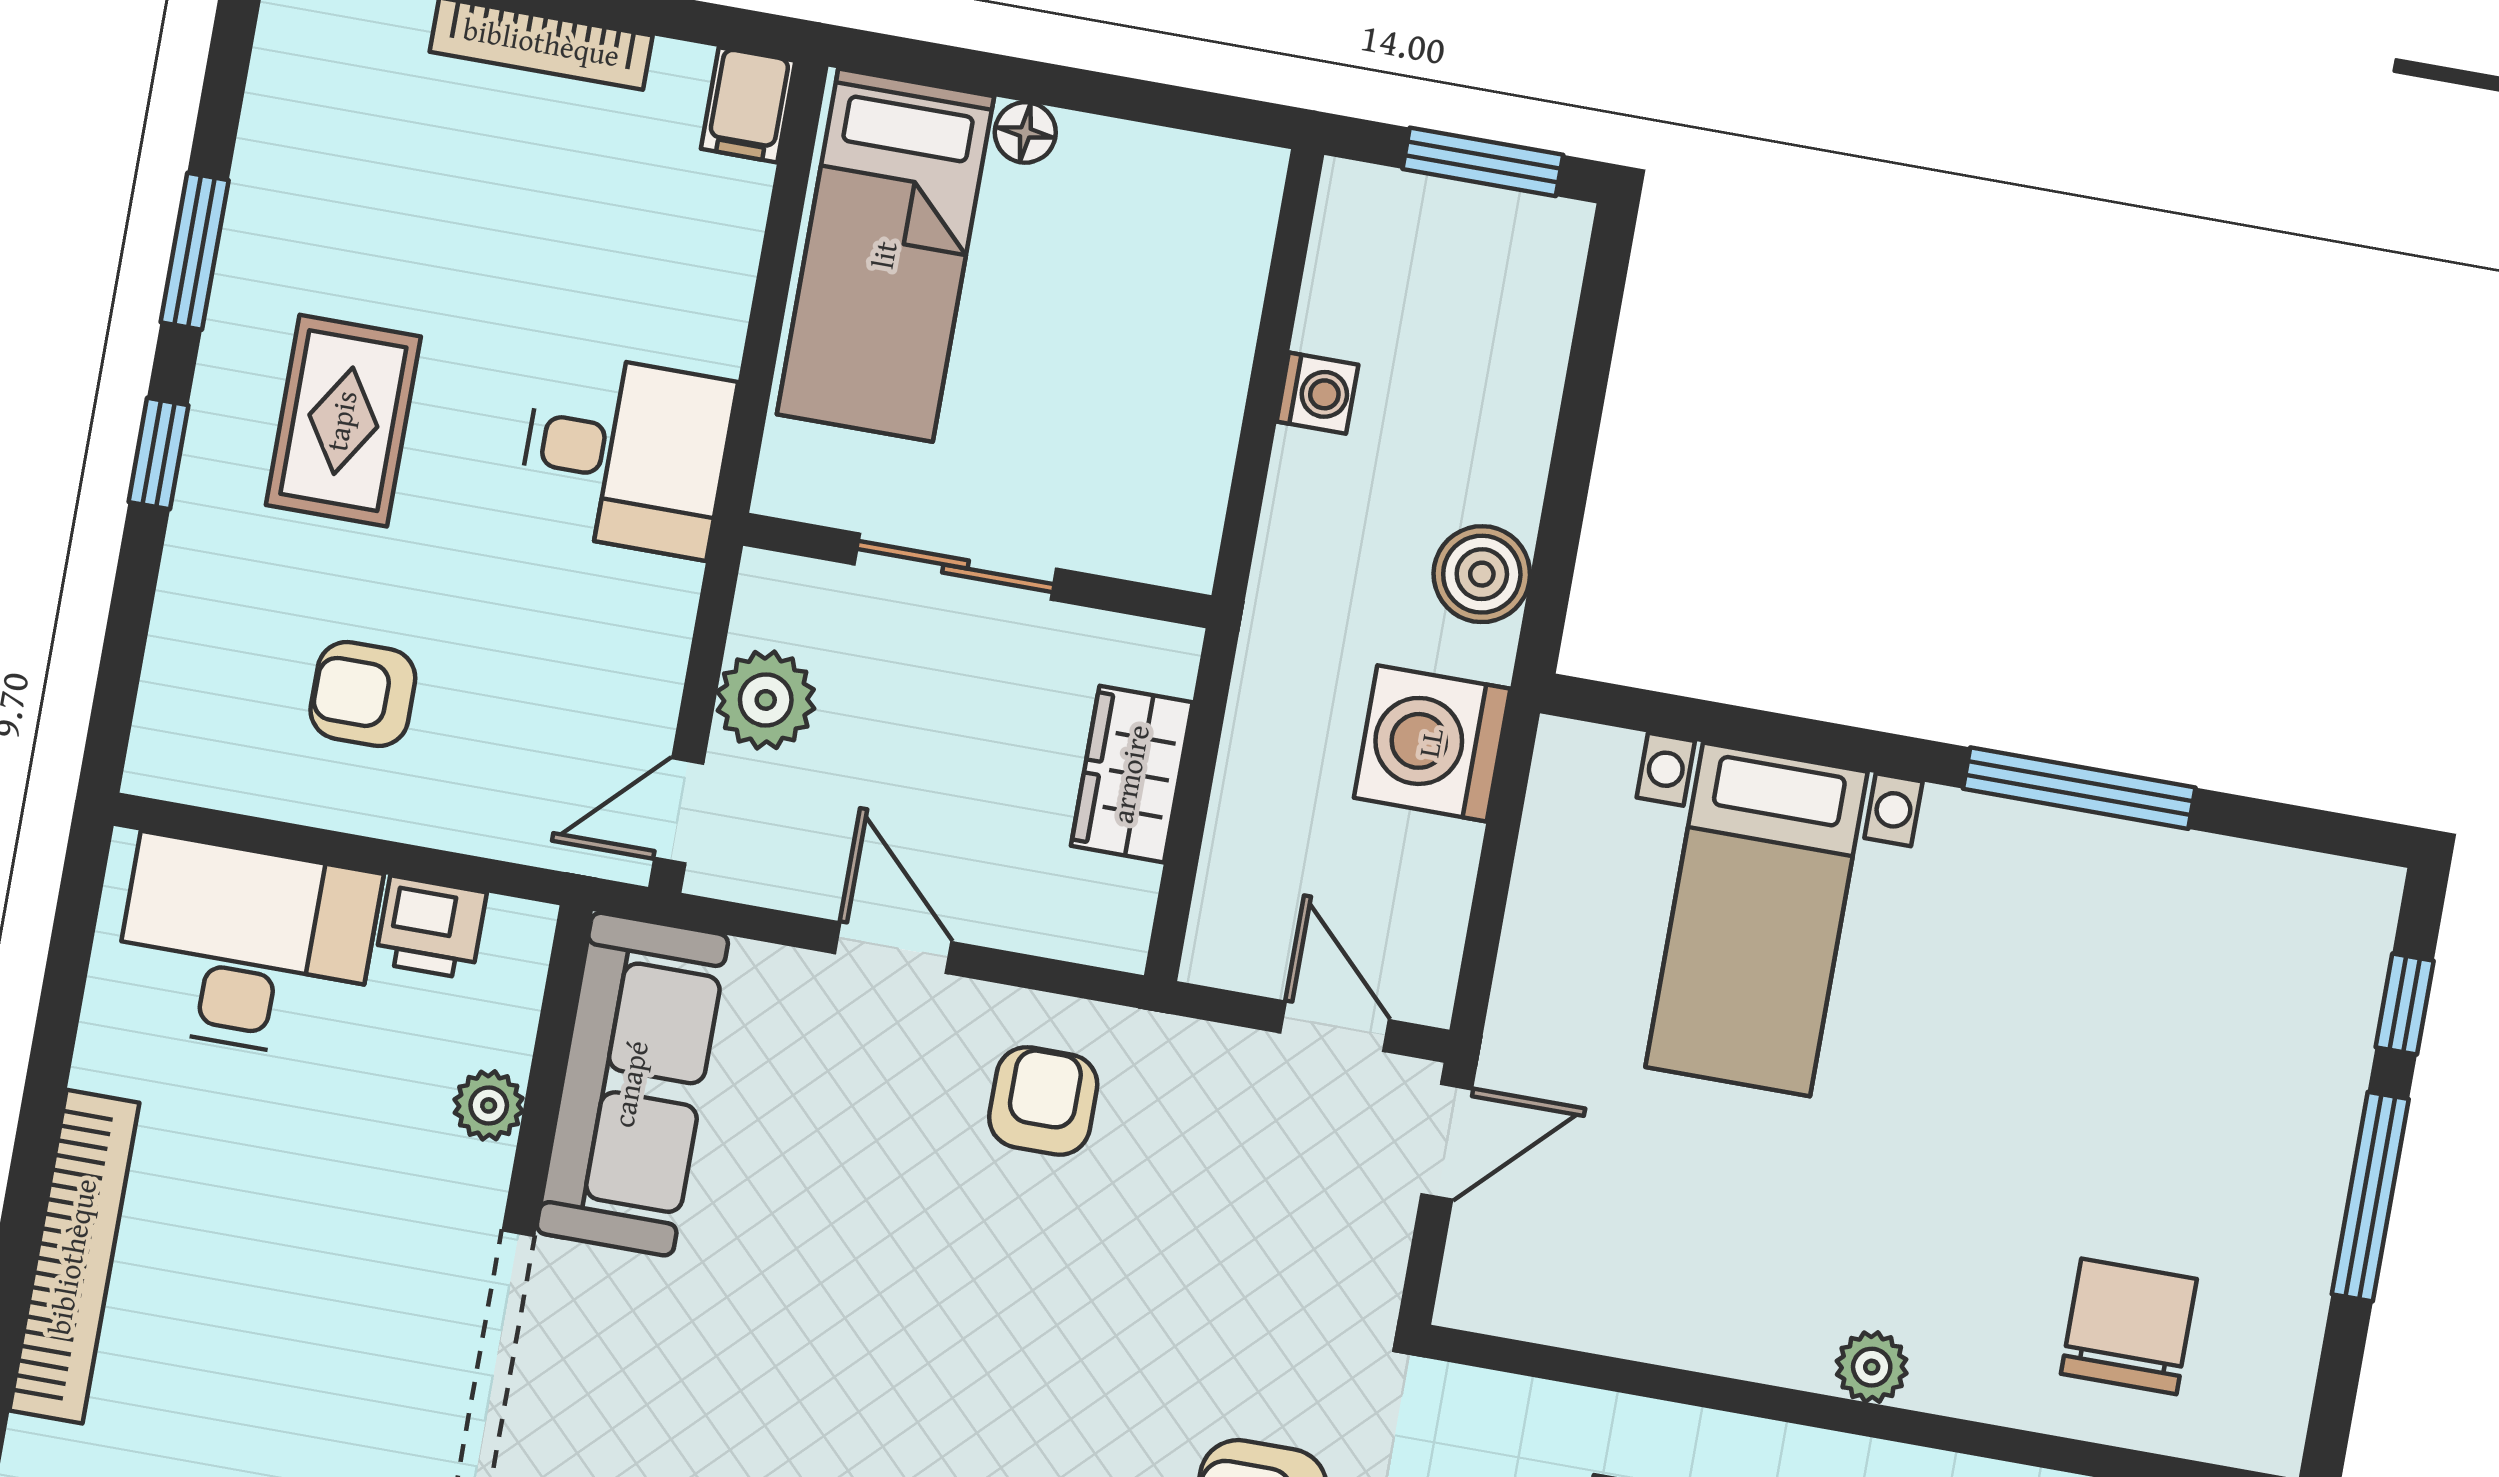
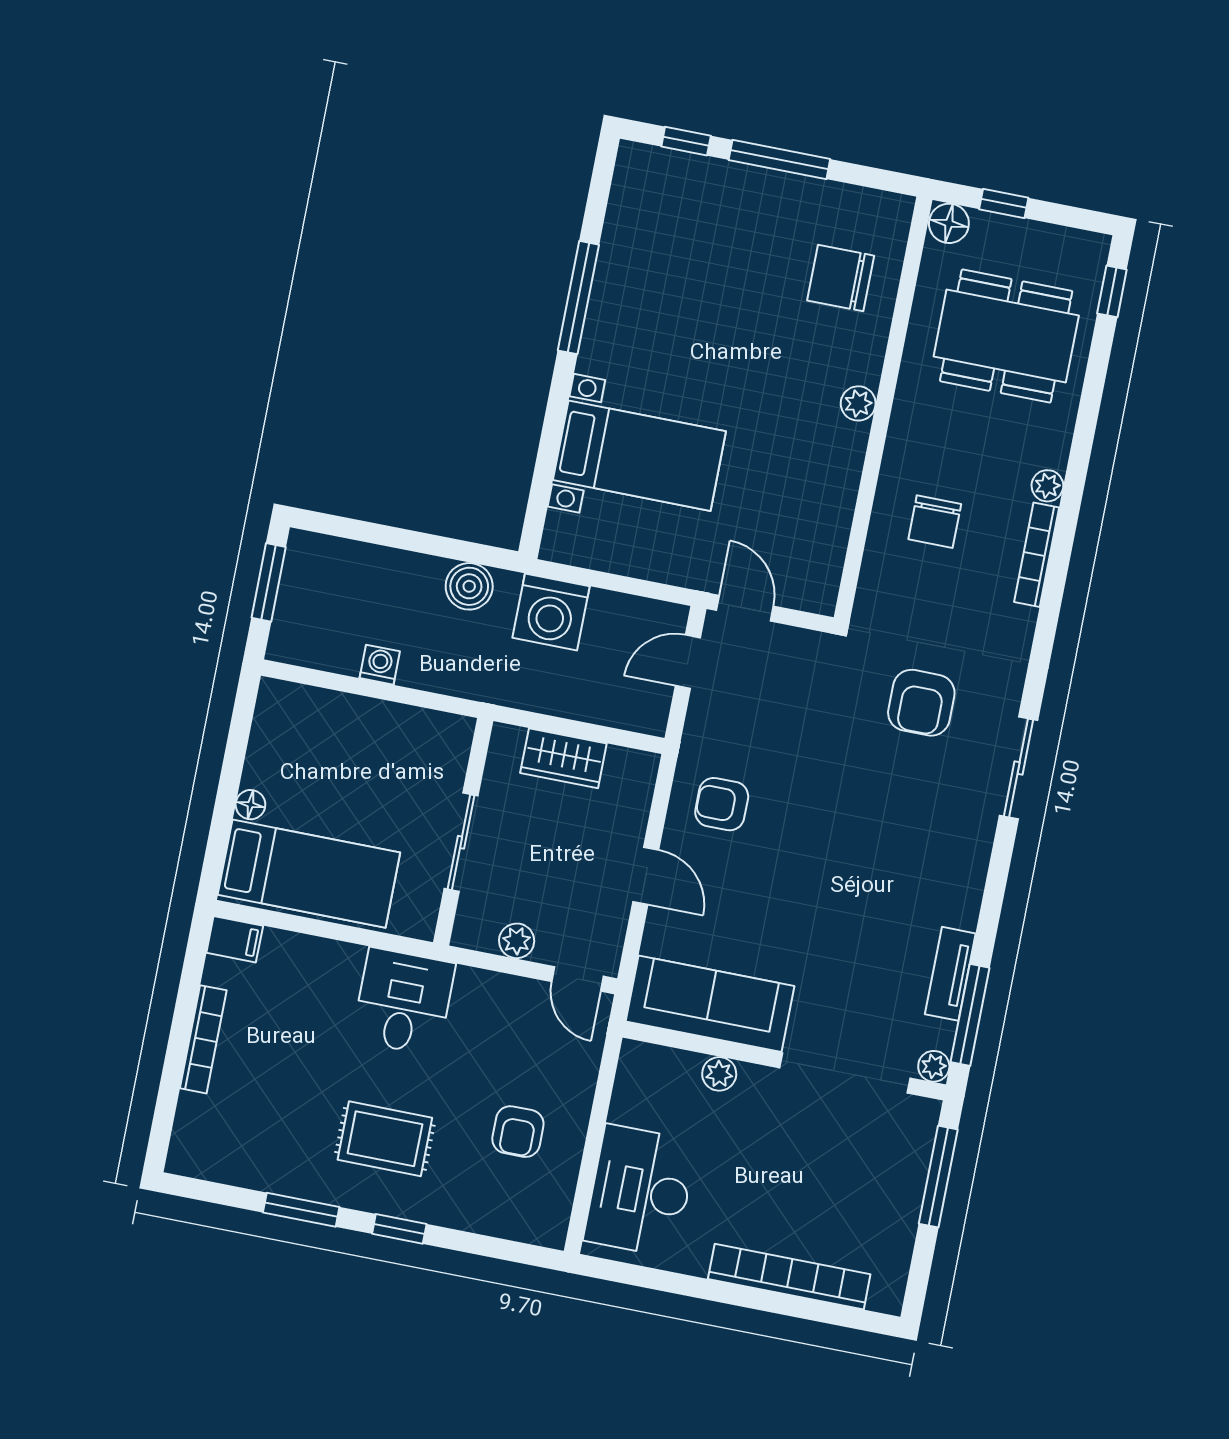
plant: (766, 700) -> (517, 941), width x0.73, depth x0.73
printer: (431, 928) -> (632, 1101), removed
door: (893, 948) -> (646, 876), swing flipped

